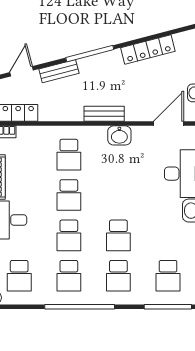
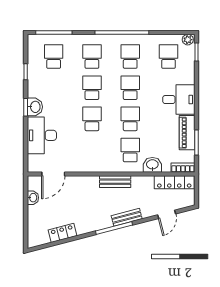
locker: (148, 50) -> (62, 233), width x0.66
bench: (59, 71) -> (127, 217), moved
bench: (104, 114) -> (115, 182), moved
washbasin: (119, 135) -> (152, 165), moved
school desk: (118, 195) -> (92, 119), added

